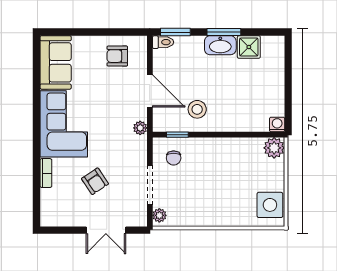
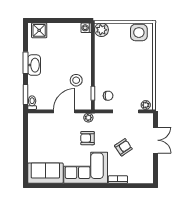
shower: (249, 47) -> (39, 30), moved
armchair: (117, 56) -> (87, 138), moved, turned 90

